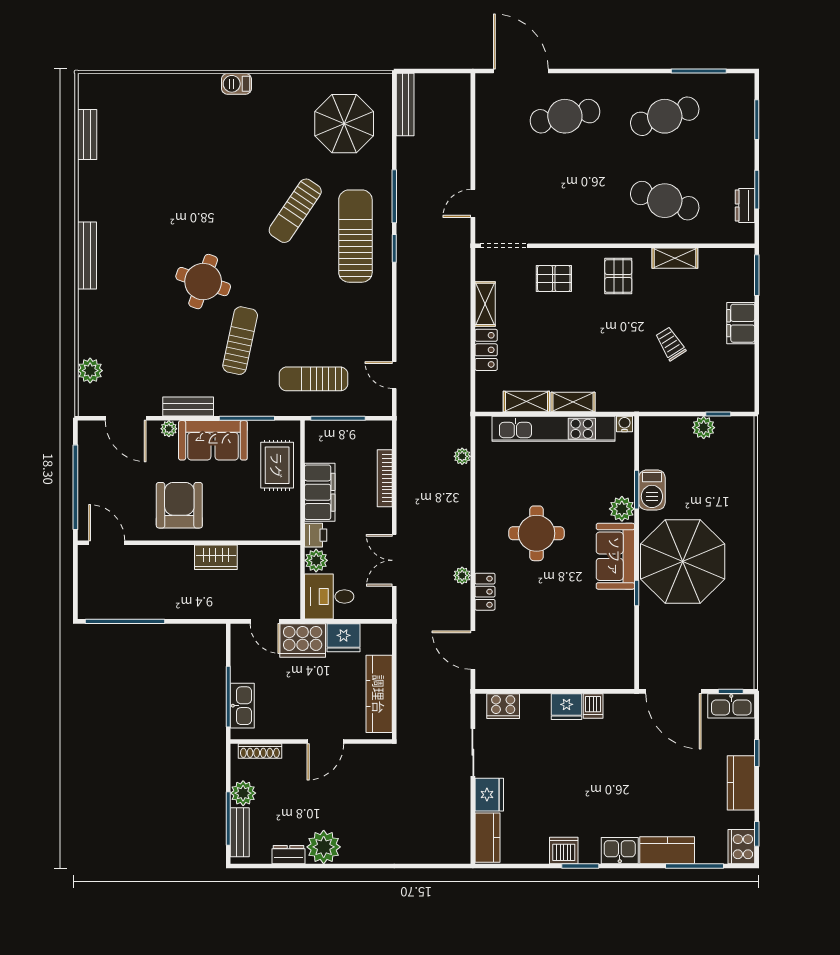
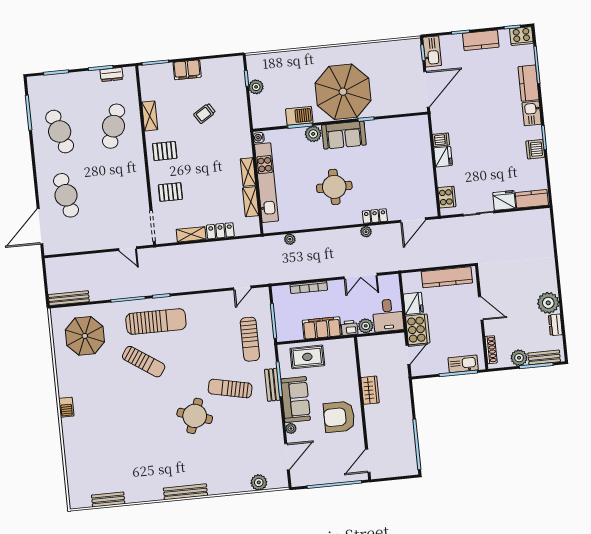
sun lounger: (355, 236) -> (156, 321), turned 180
pallet: (554, 279) -> (170, 192), turned 90
bench: (188, 406) -> (272, 385), moved

